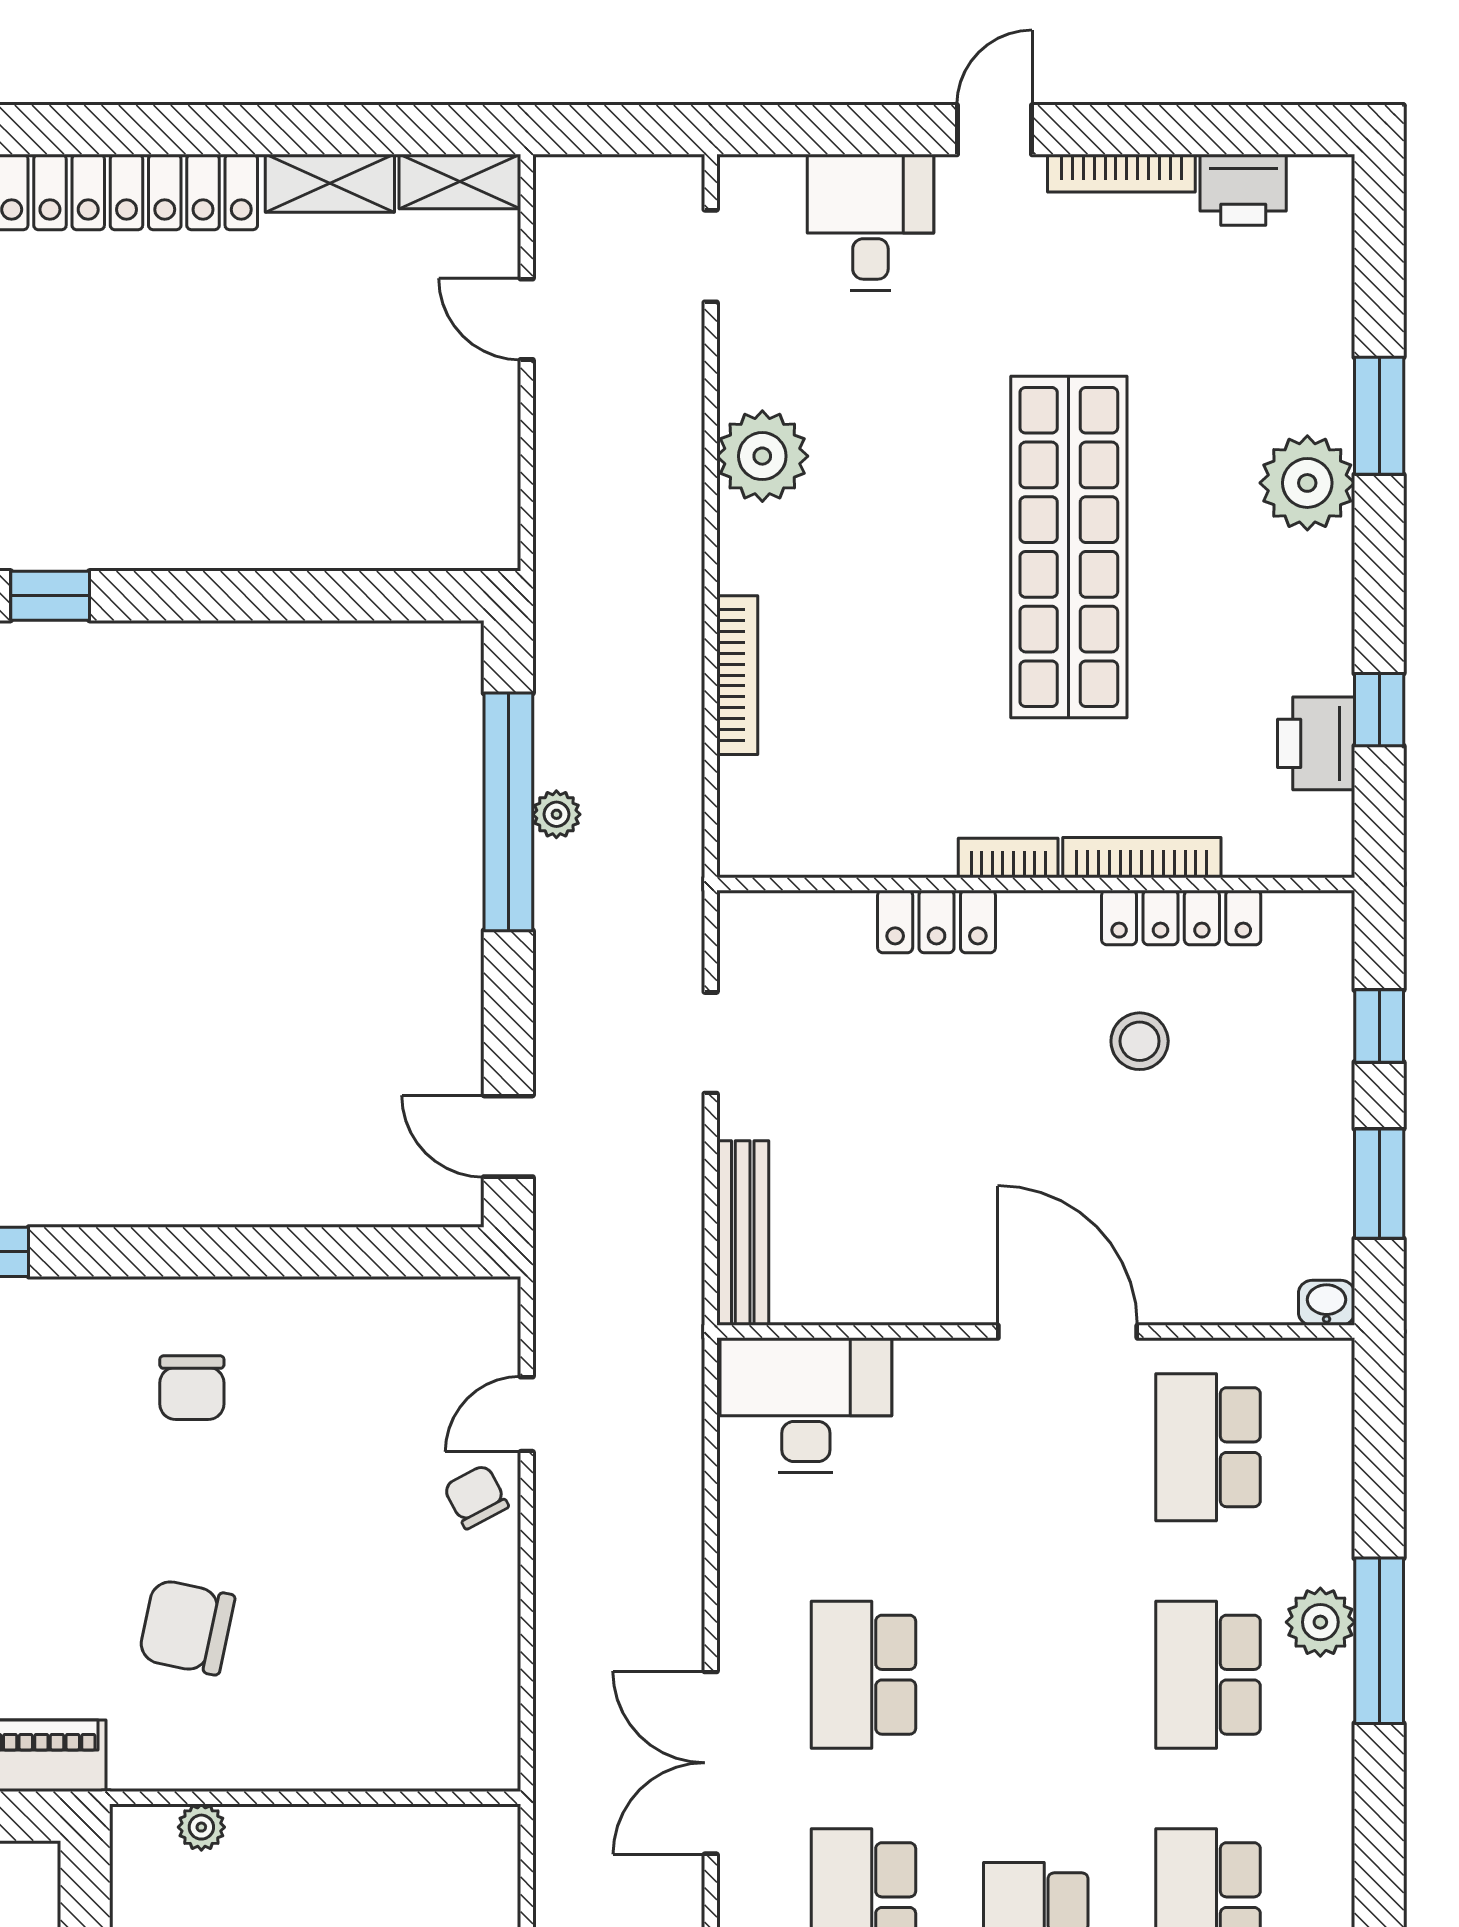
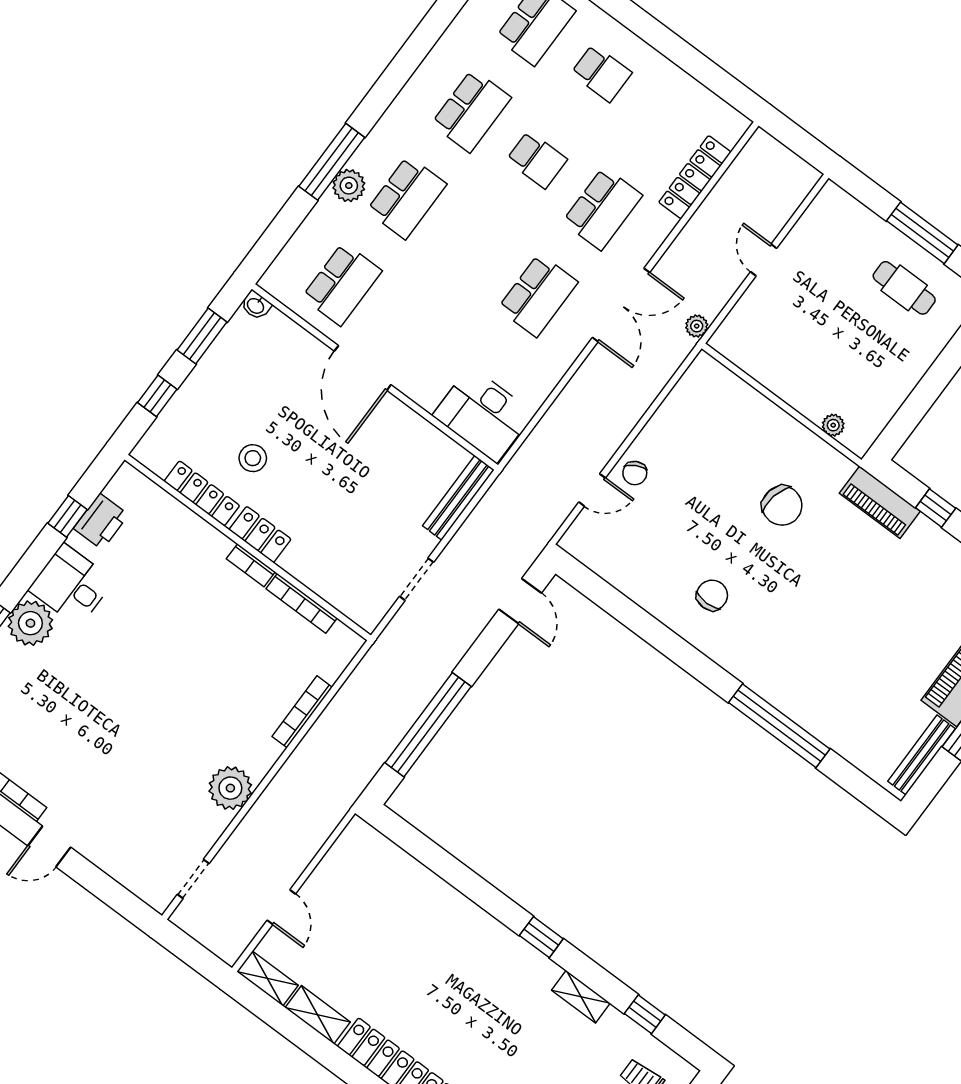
desk: (870, 222) -> (71, 585), moved, turned 90
shop shelf: (1069, 547) -> (139, 666), removed
plant: (556, 814) -> (697, 326), moved
bookcase: (1142, 858) -> (302, 603), moved
locker: (937, 921) -> (260, 534), moved

